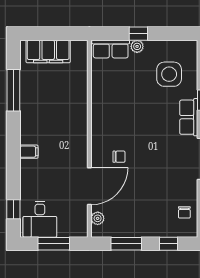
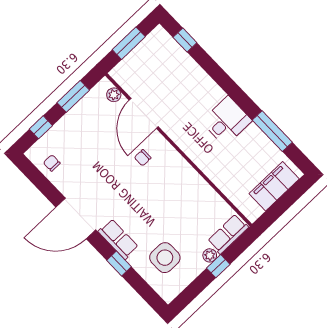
filing cabinet: (29, 152) -> (215, 95), removed
desk: (40, 219) -> (227, 121), moved, turned 90

